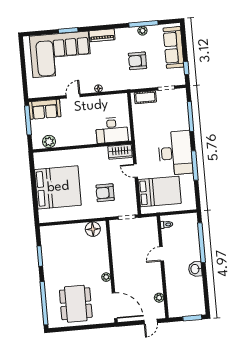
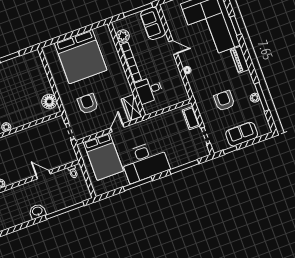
sofa: (174, 47) -> (242, 134), width x0.73
desk: (112, 130) -> (149, 90), width x0.73
bookcase: (76, 141) -> (130, 62), added

